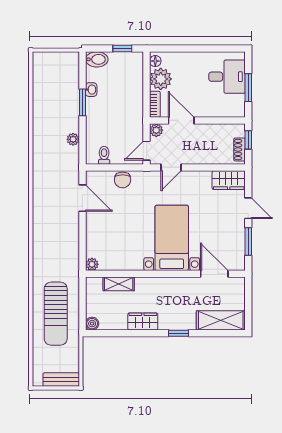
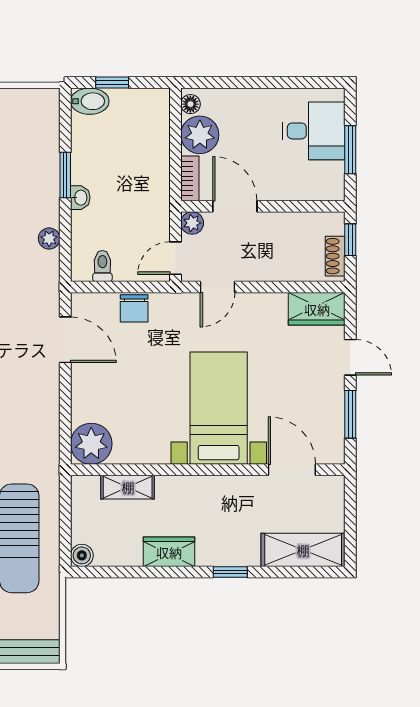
window: (122, 49) -> (112, 83), moved
washbasin: (91, 90) -> (80, 198), moved
plant: (92, 264) -> (91, 444), width x1.87, depth x1.87

